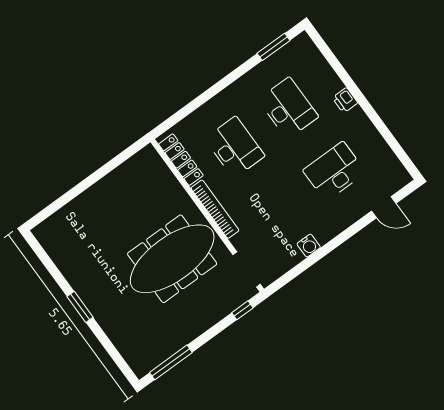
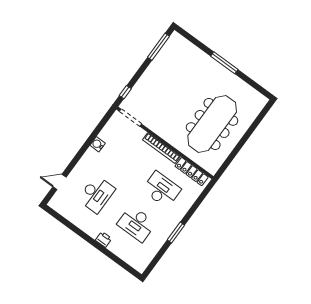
window: (273, 47) -> (176, 233), moved
desk: (235, 147) -> (162, 190), turned 180
meeting table: (172, 259) -> (212, 124), moved
window: (80, 307) -> (224, 63), width x1.44

